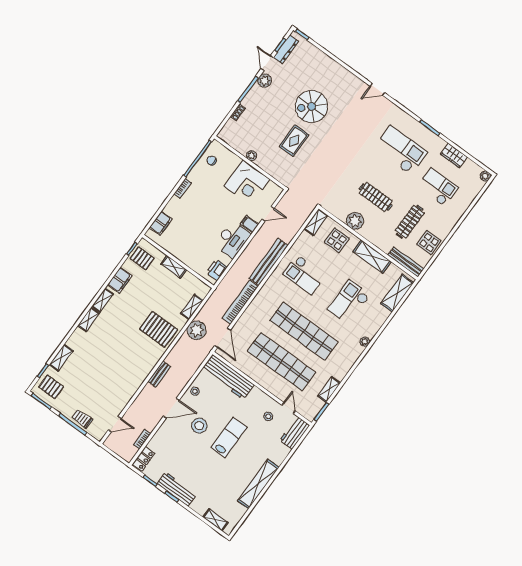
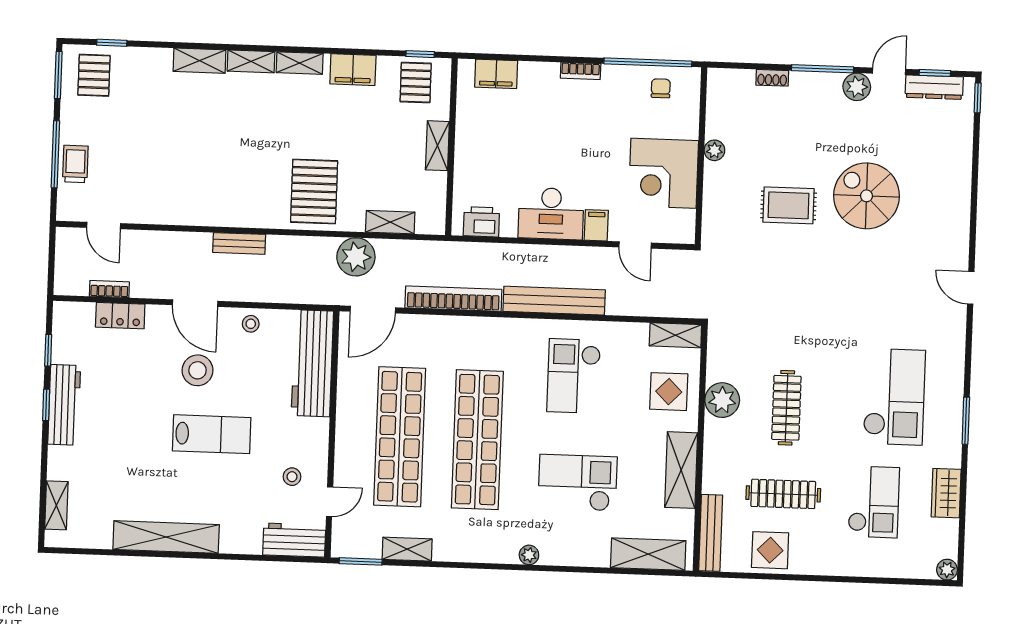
shelving: (61, 358) -> (200, 61), moved
locker: (144, 459) -> (120, 316), moved

